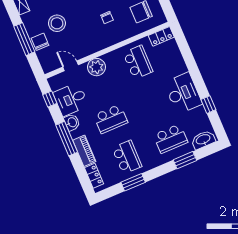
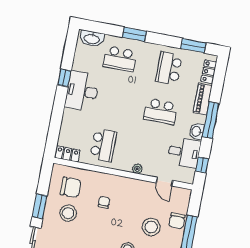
school desk: (138, 62) -> (103, 145), turned 180
plant: (96, 67) -> (137, 169), width x0.53, depth x0.53
window: (208, 105) -> (64, 78), moved
school desk: (111, 119) -> (161, 111), turned 180
school desk: (171, 139) -> (120, 59), turned 180
window: (185, 160) -> (134, 34), moved
window: (133, 182) -> (193, 46), moved

